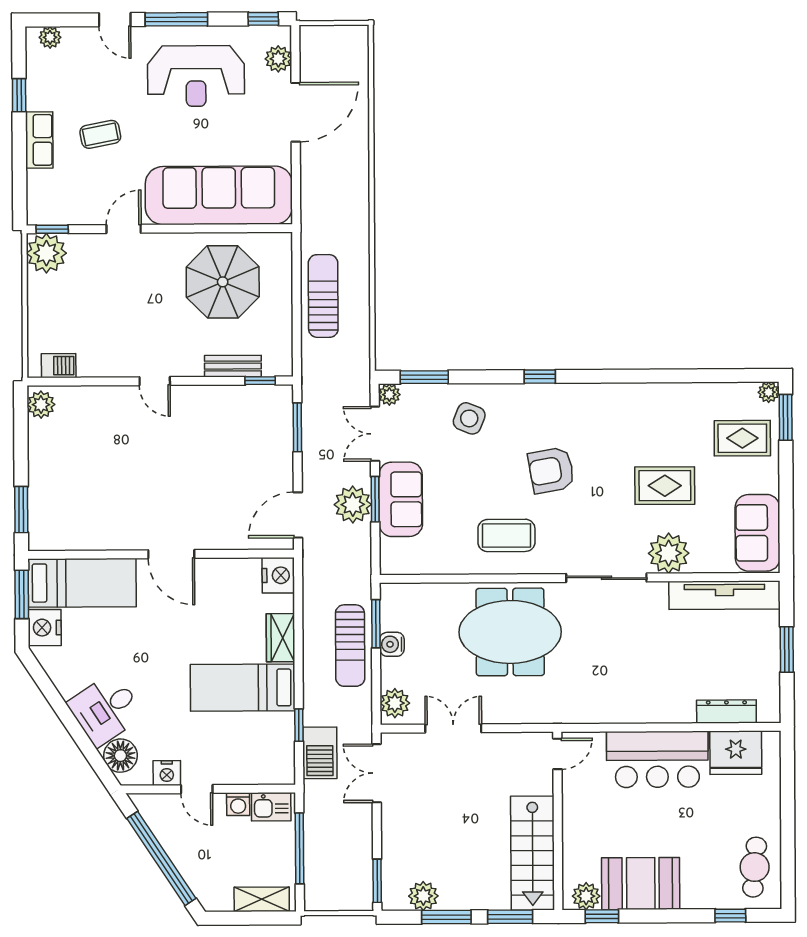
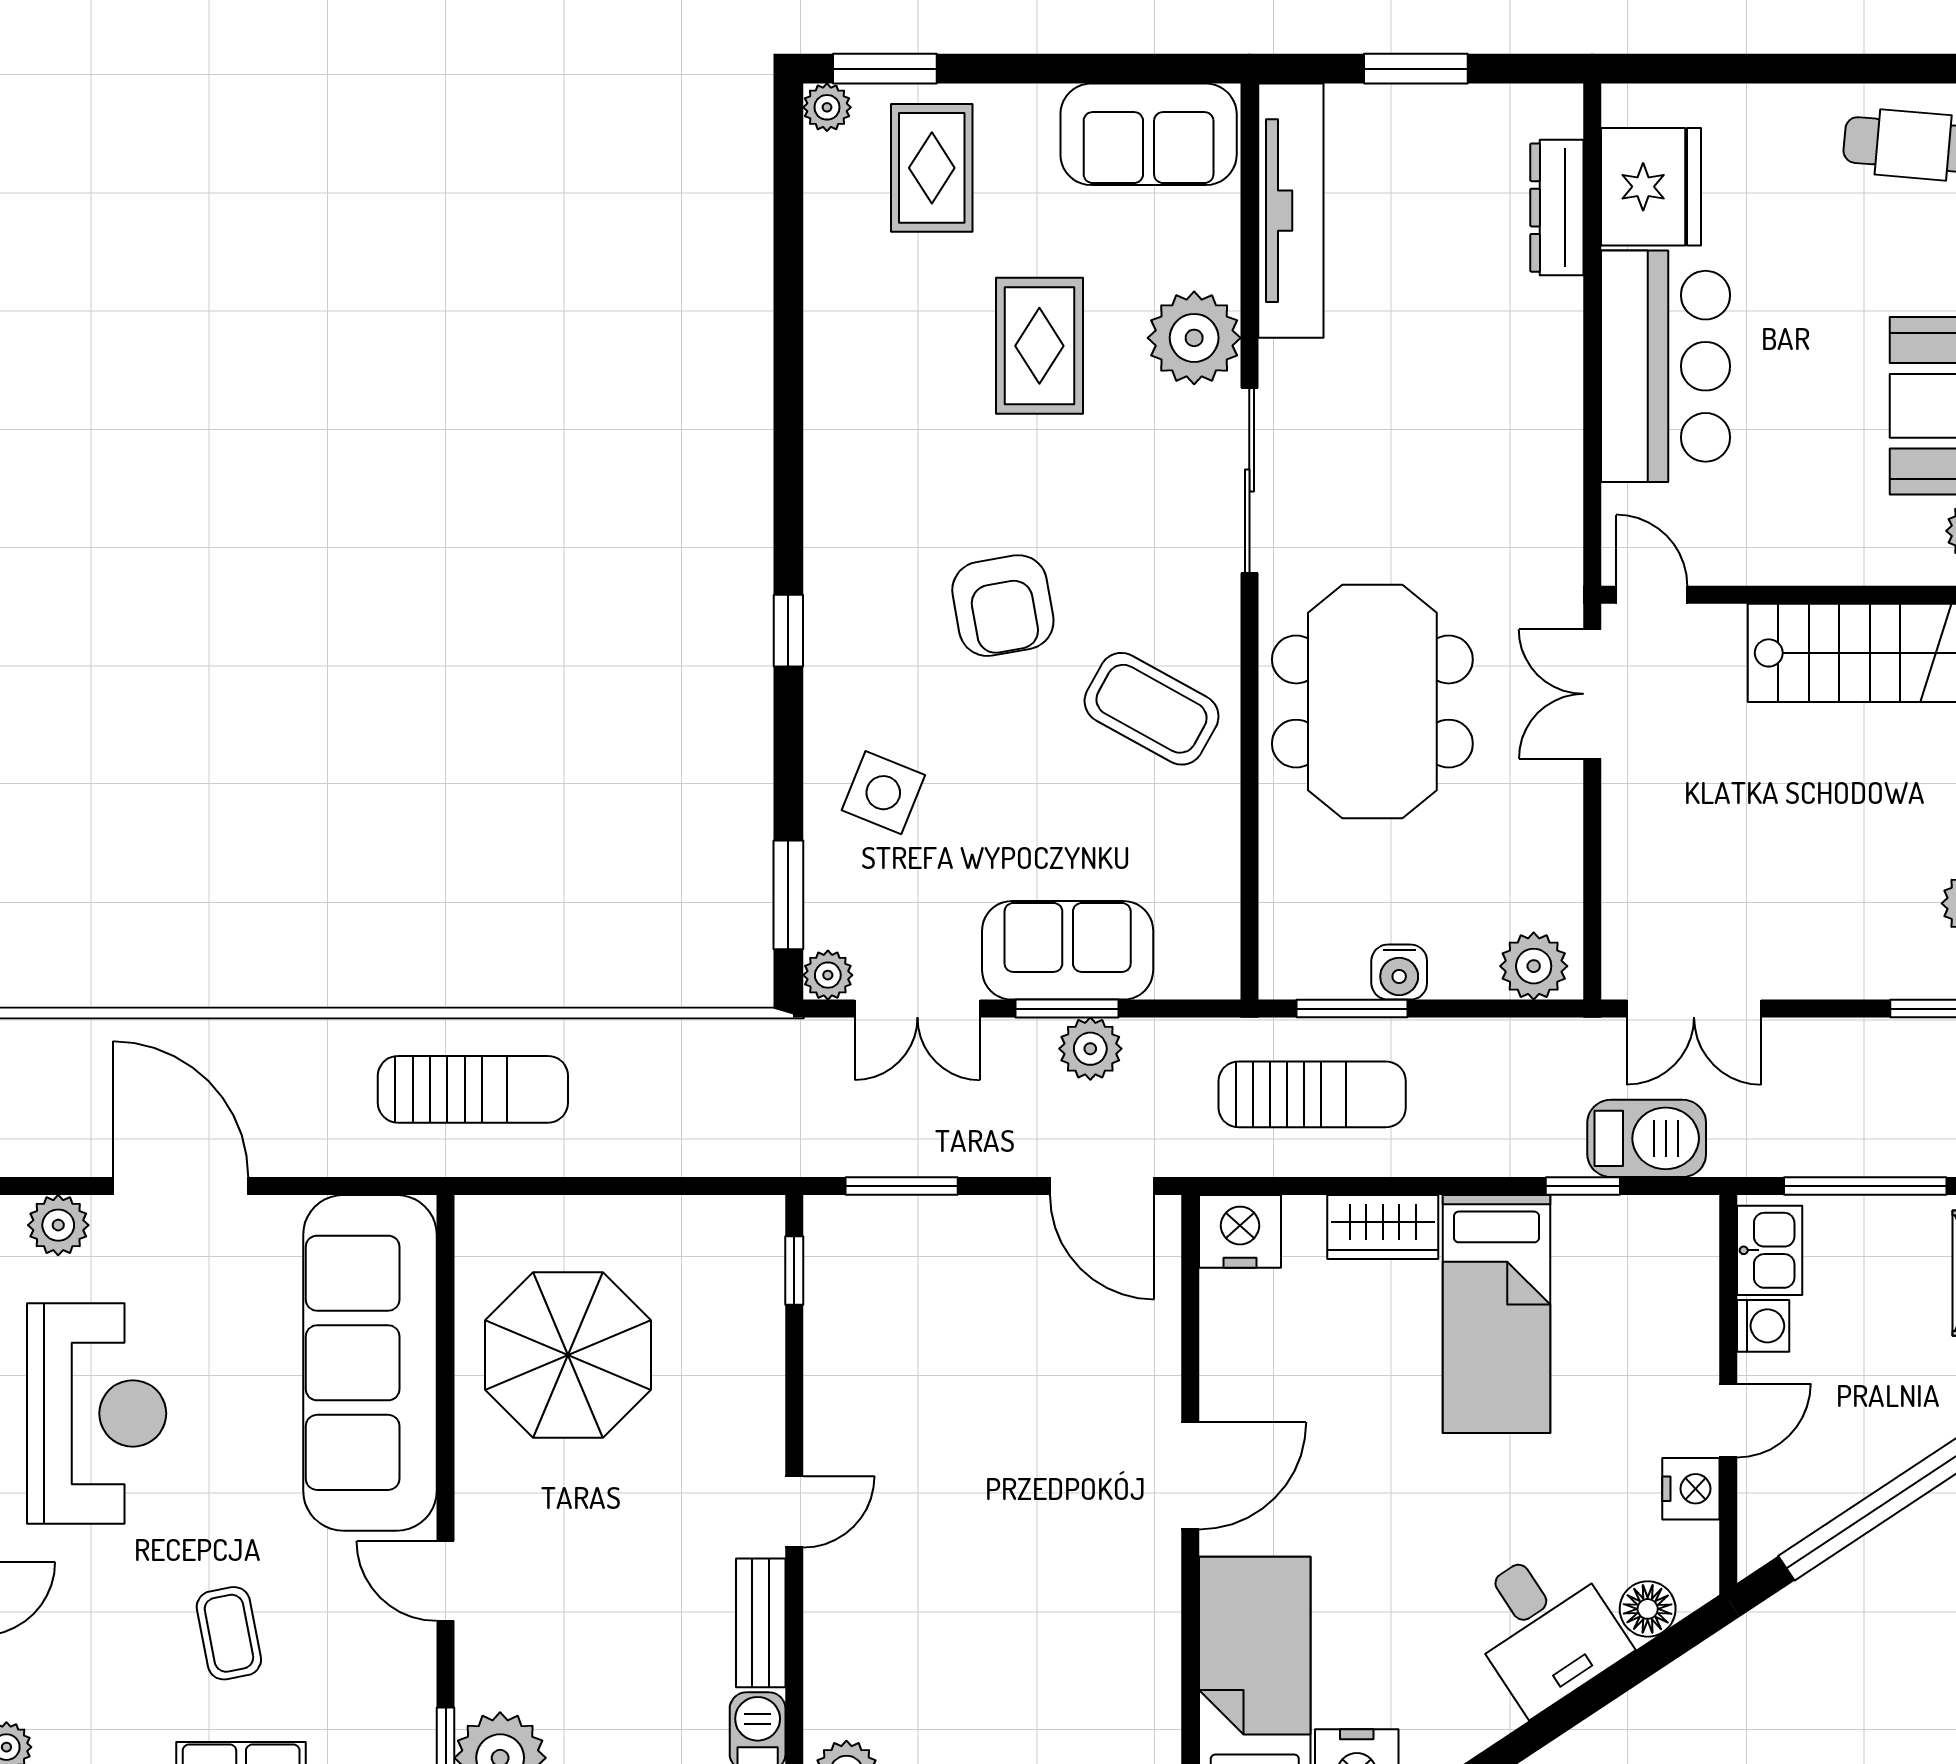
sun lounger: (323, 296) -> (473, 1089), moved, turned 180
bench: (233, 366) -> (761, 1623), moved
plant: (353, 505) -> (1090, 1049), width x0.73, depth x0.73
coffee table: (506, 535) -> (1152, 709), turned -61
sun lounger: (350, 646) -> (1312, 1094), moved
double door: (453, 728) -> (1592, 694), moved
floor lamp: (120, 756) -> (1648, 1609), width x0.73, depth x0.73

